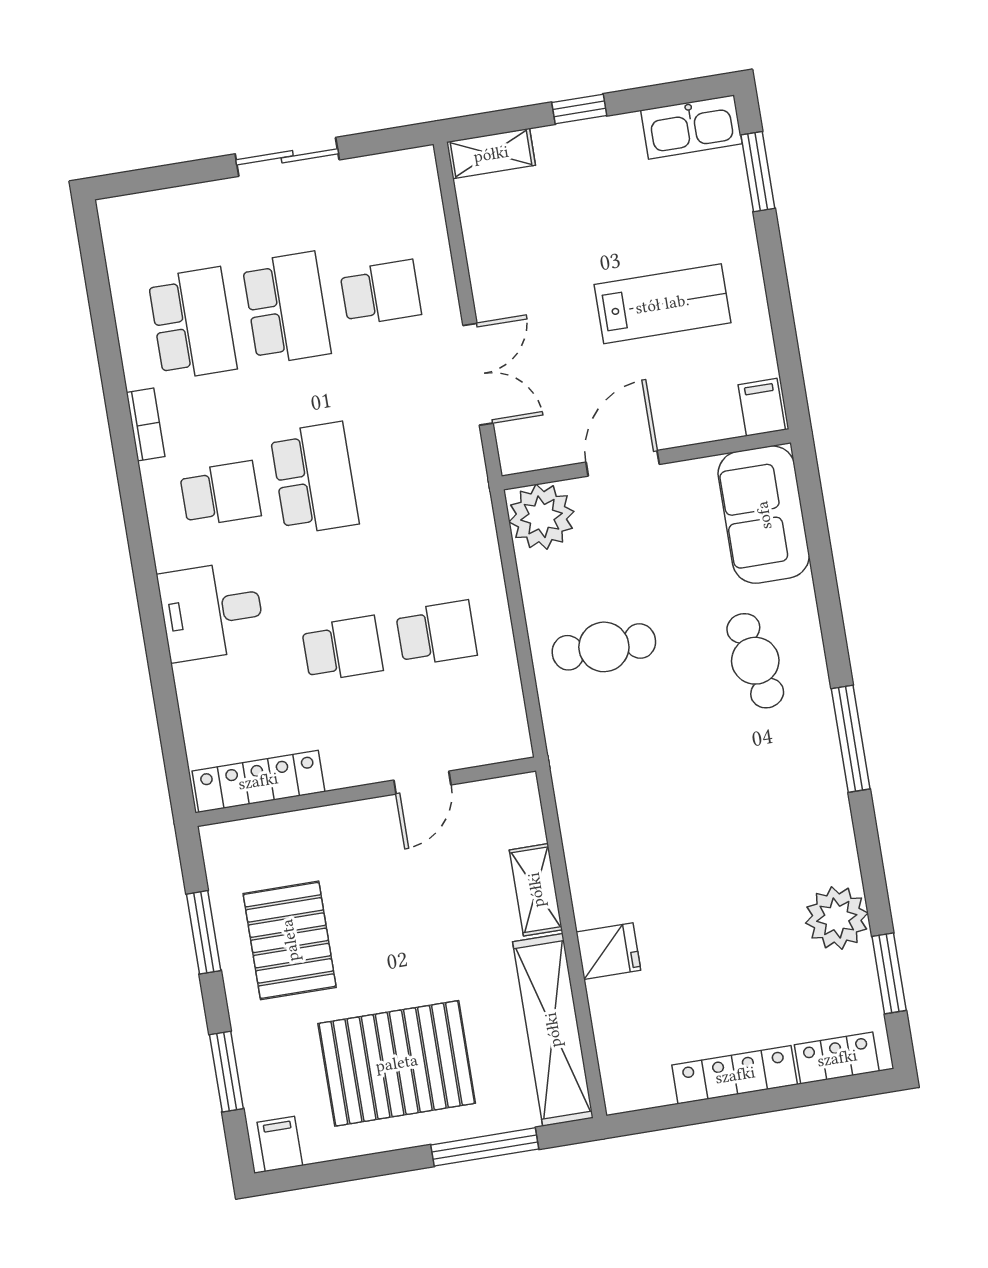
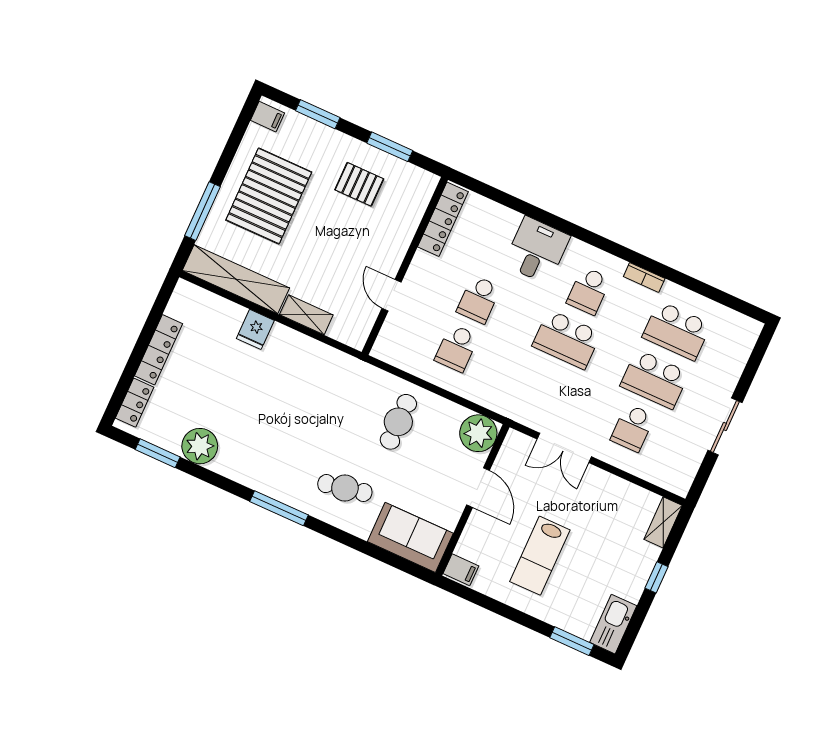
pallet: (290, 940) -> (359, 184), width x0.67, depth x0.71

